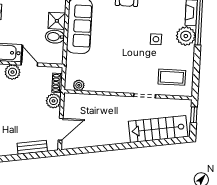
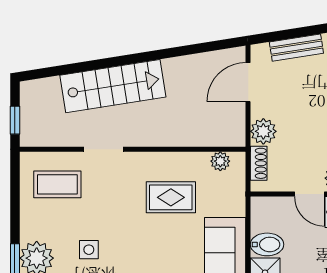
rug: (108, 66) -> (171, 197), added
stairs: (158, 129) -> (113, 86), moved

